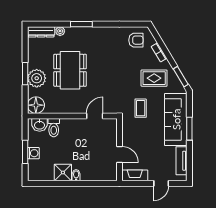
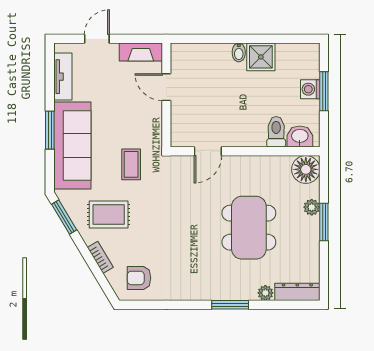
plant: (37, 78) -> (312, 207), width x0.53, depth x0.53

